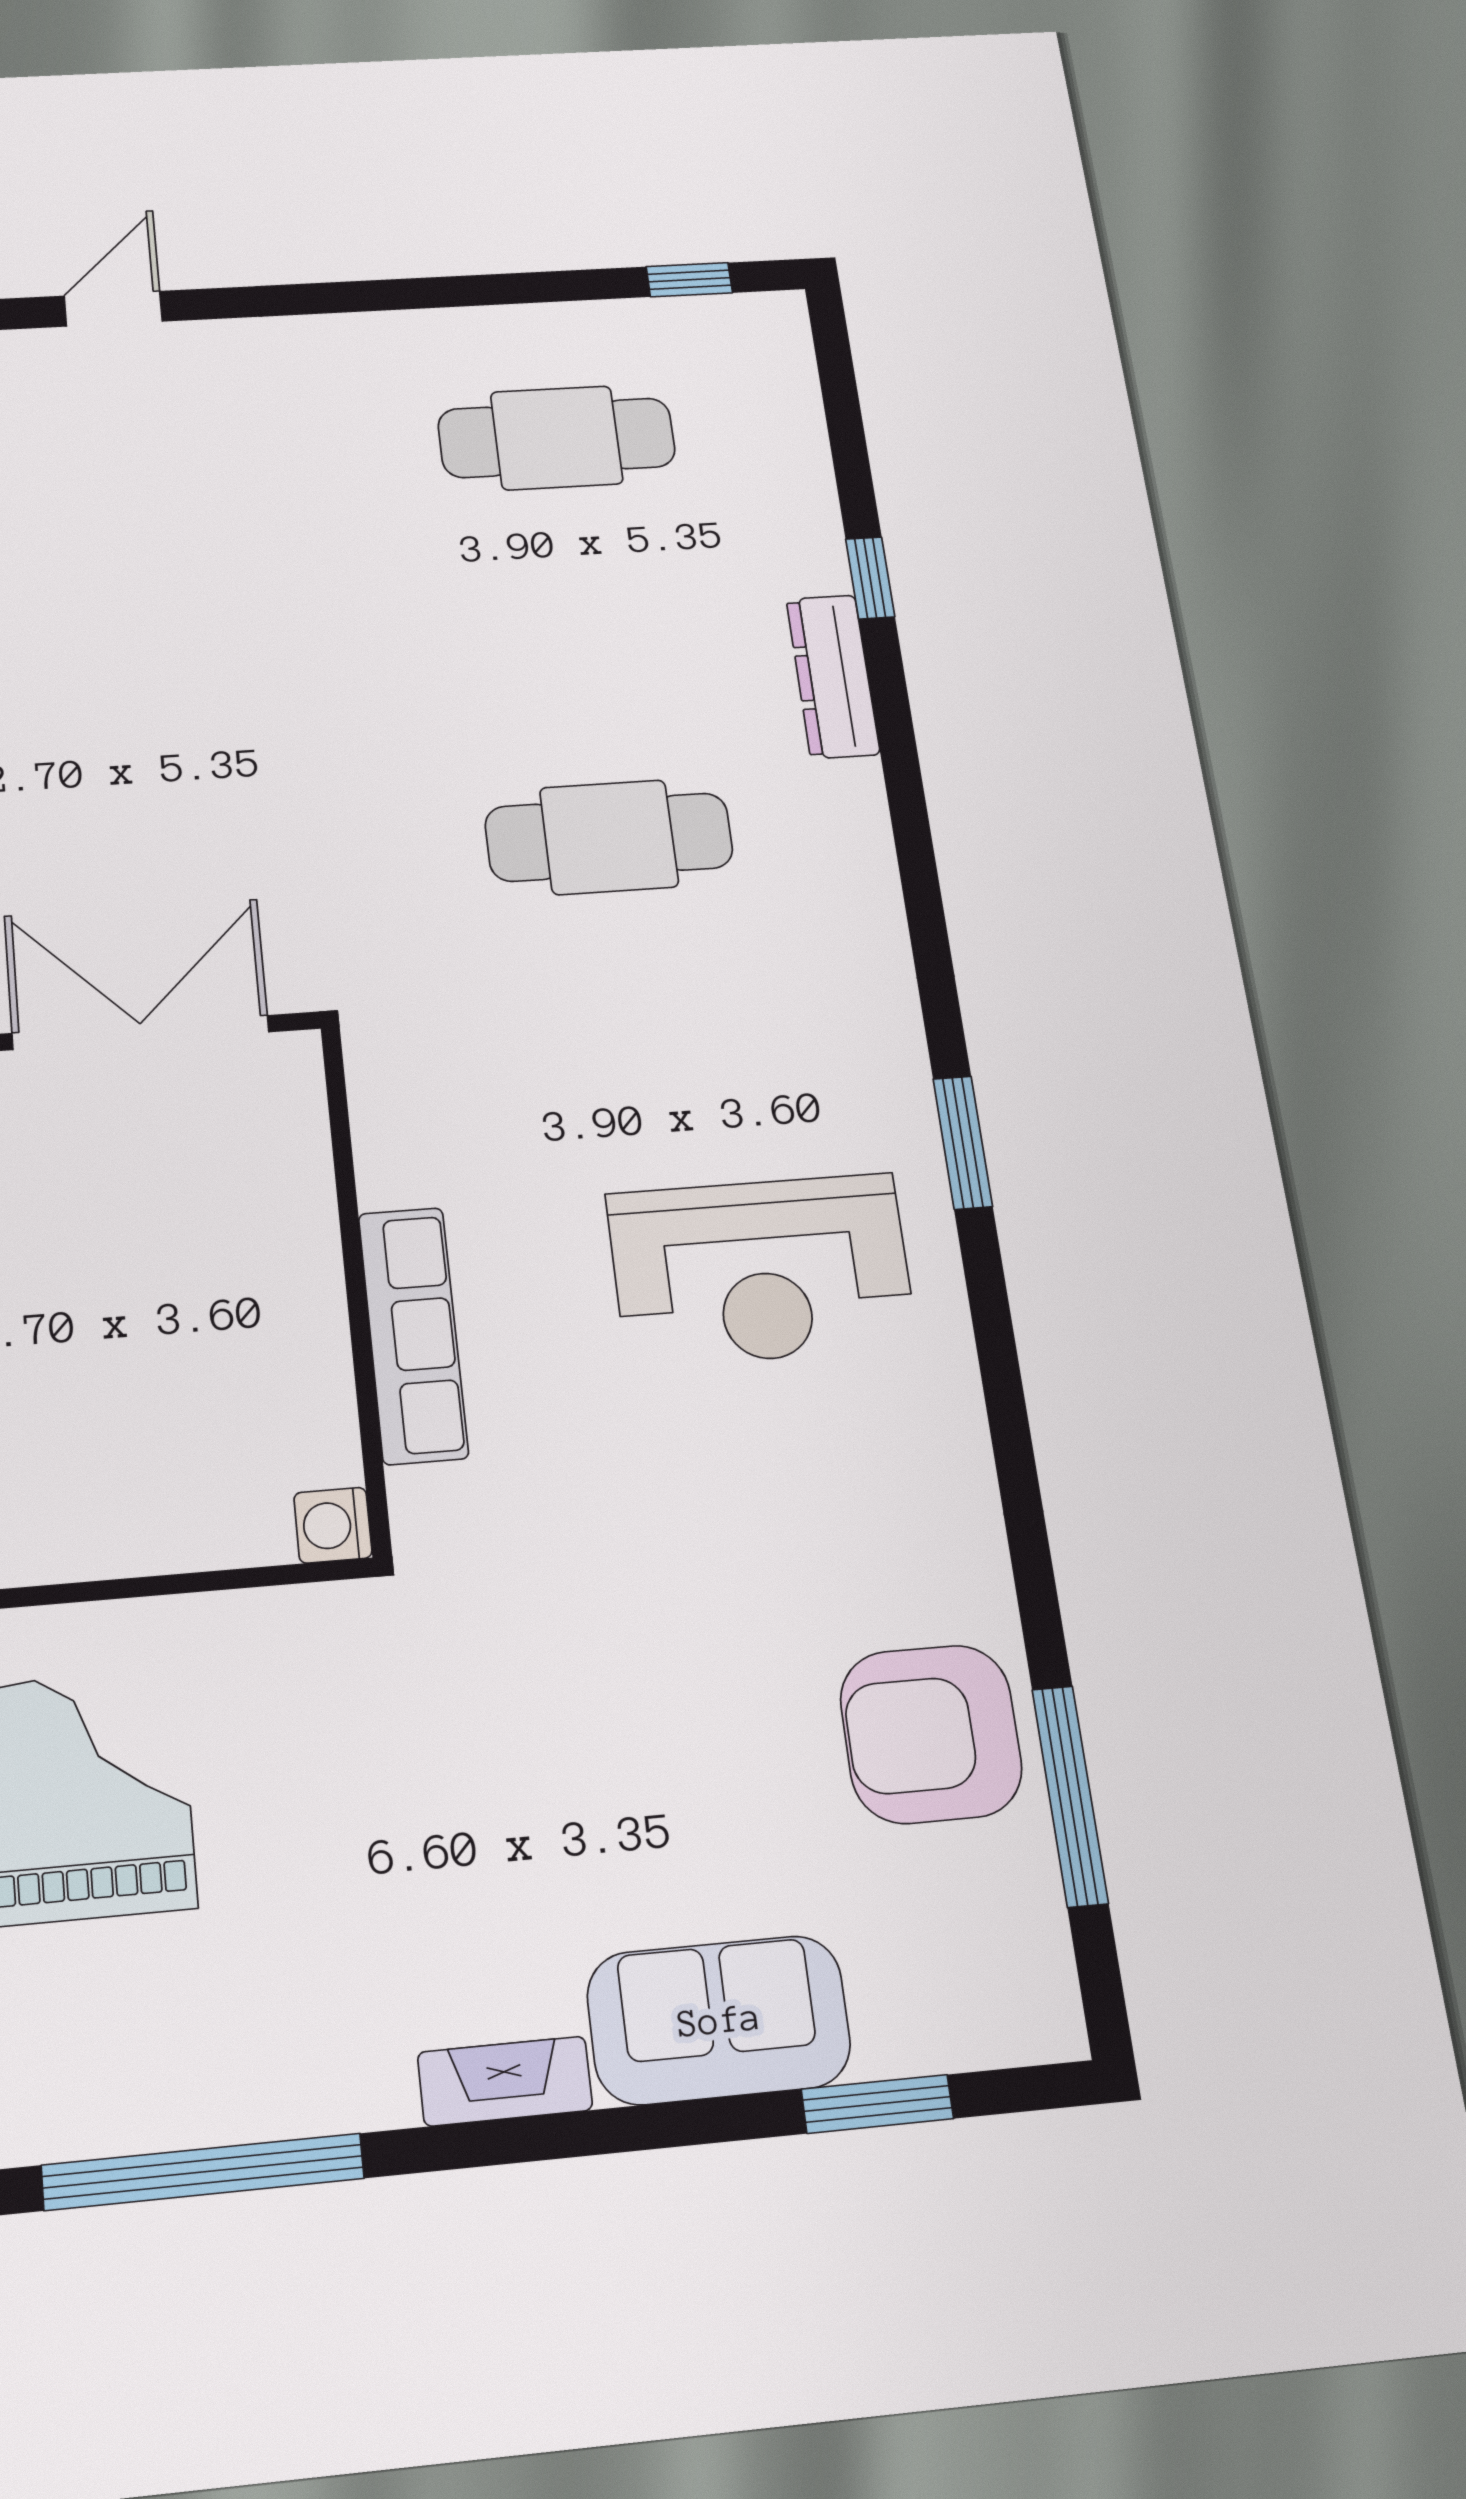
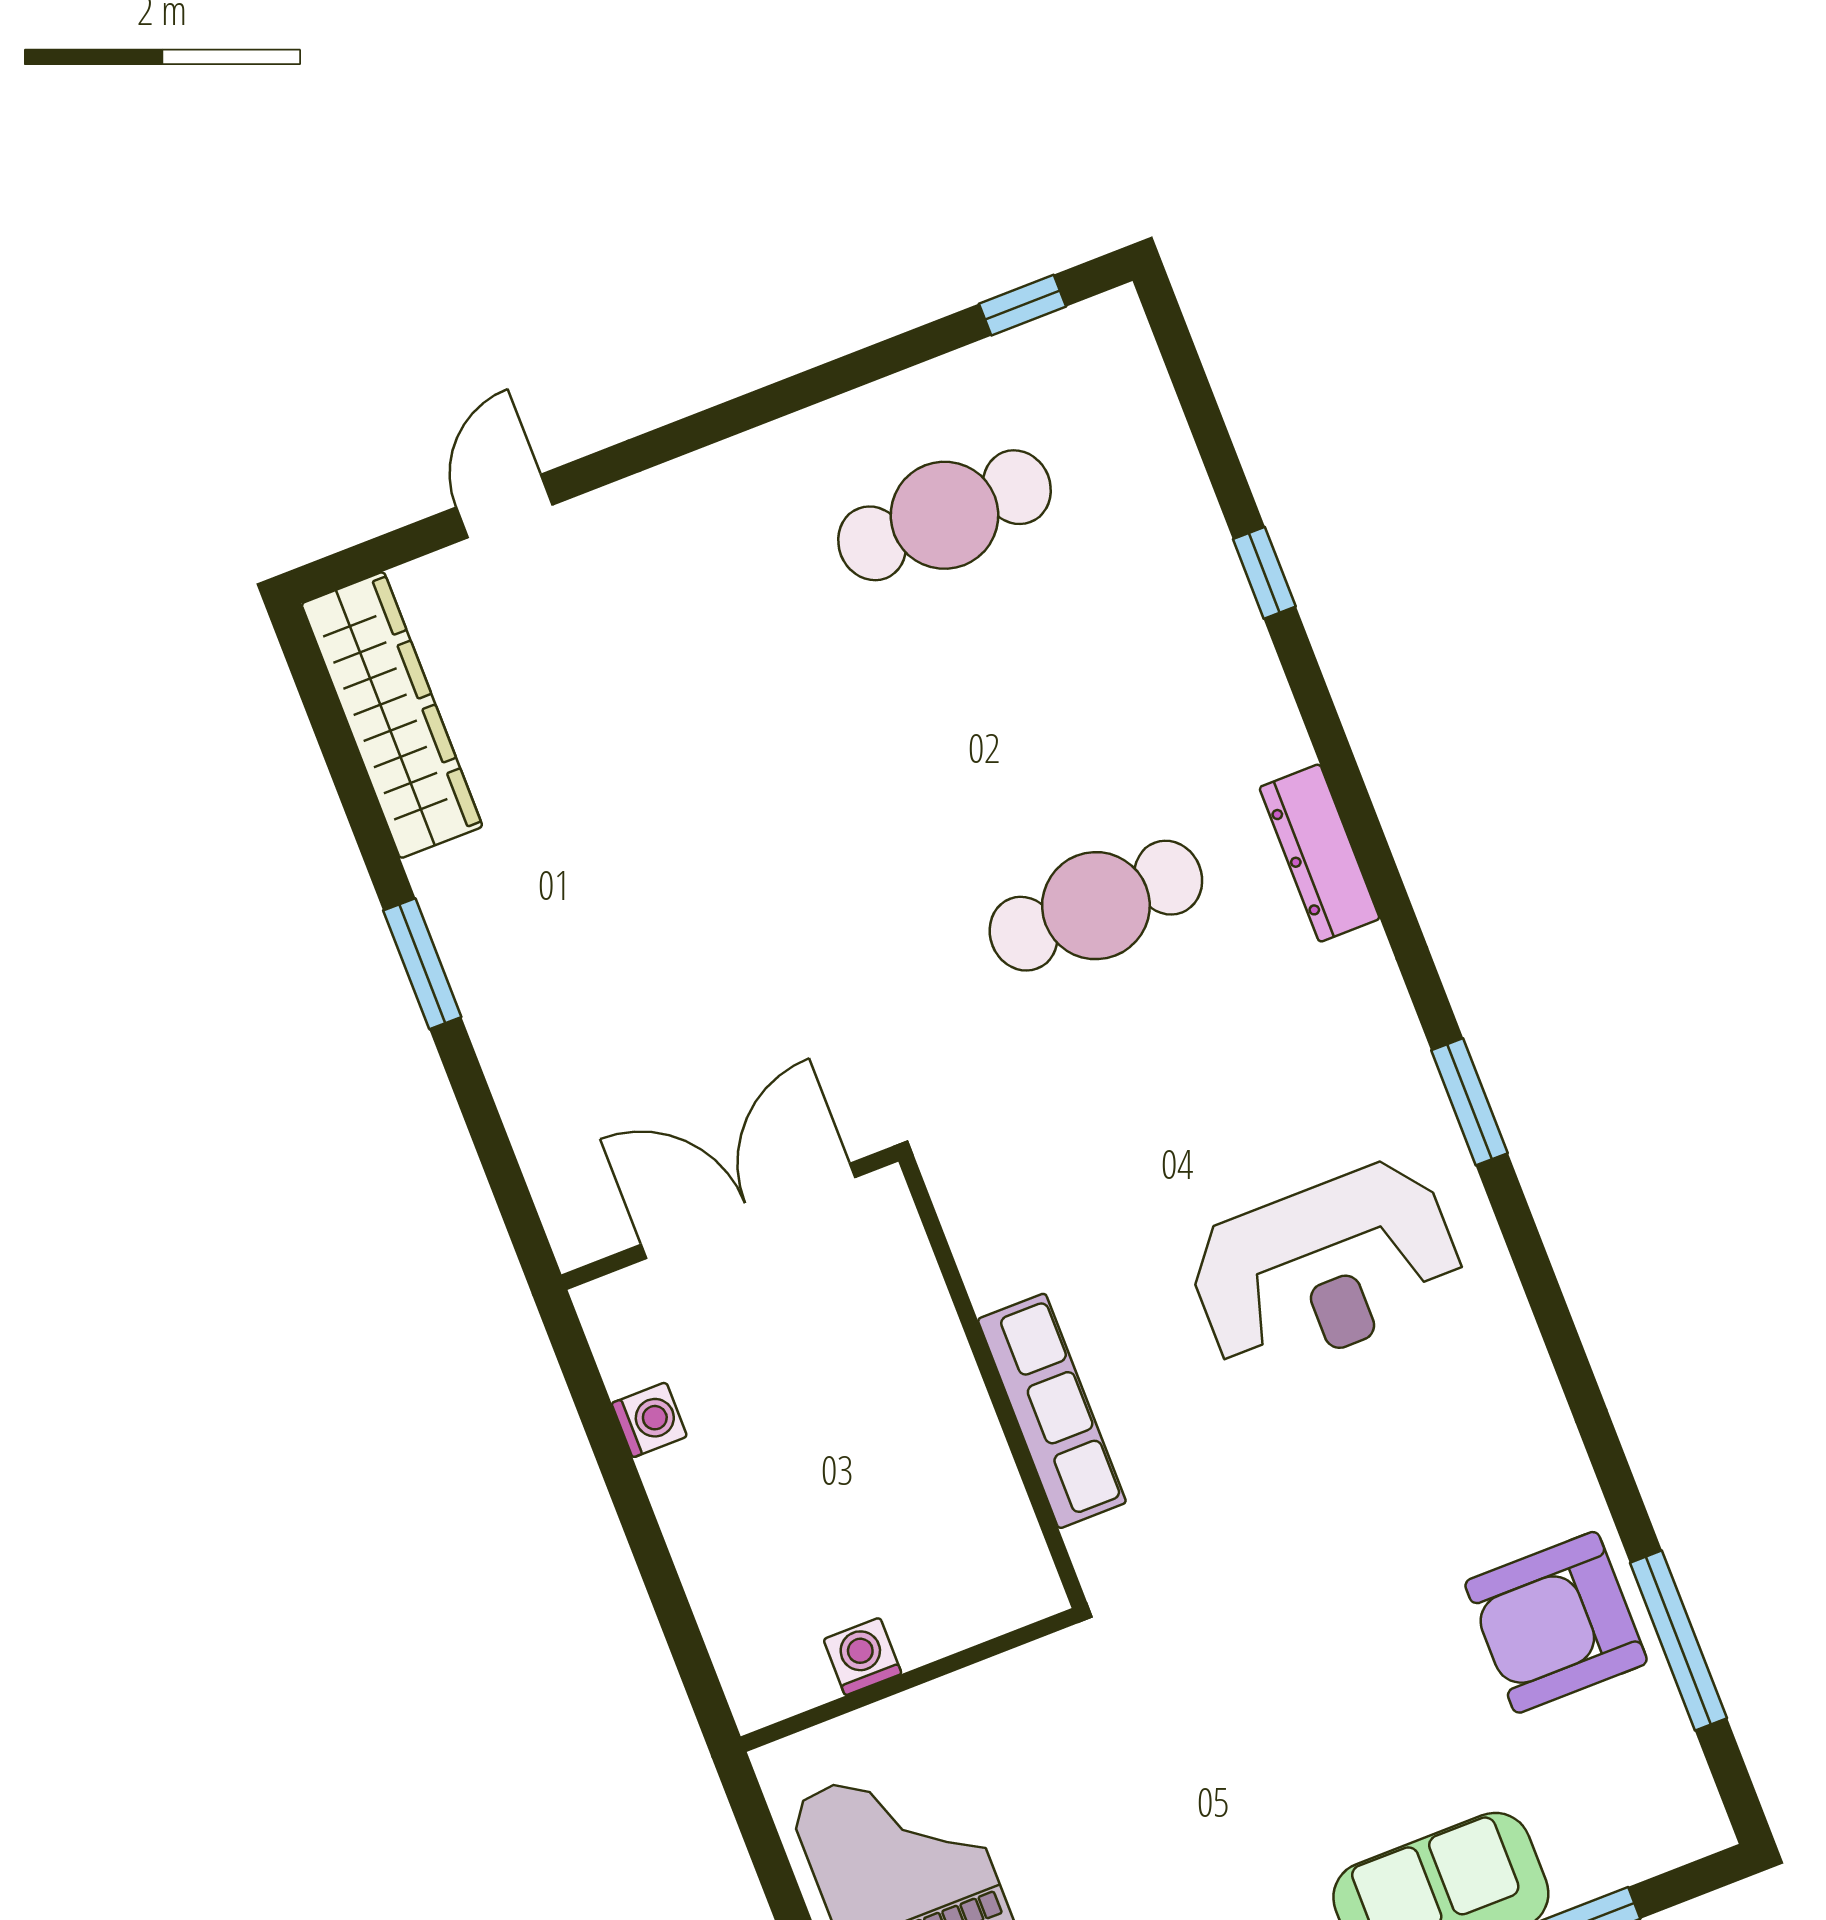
dresser: (833, 676) -> (1320, 853), moved
washing machine: (333, 1525) -> (863, 1656), moved, turned 90

